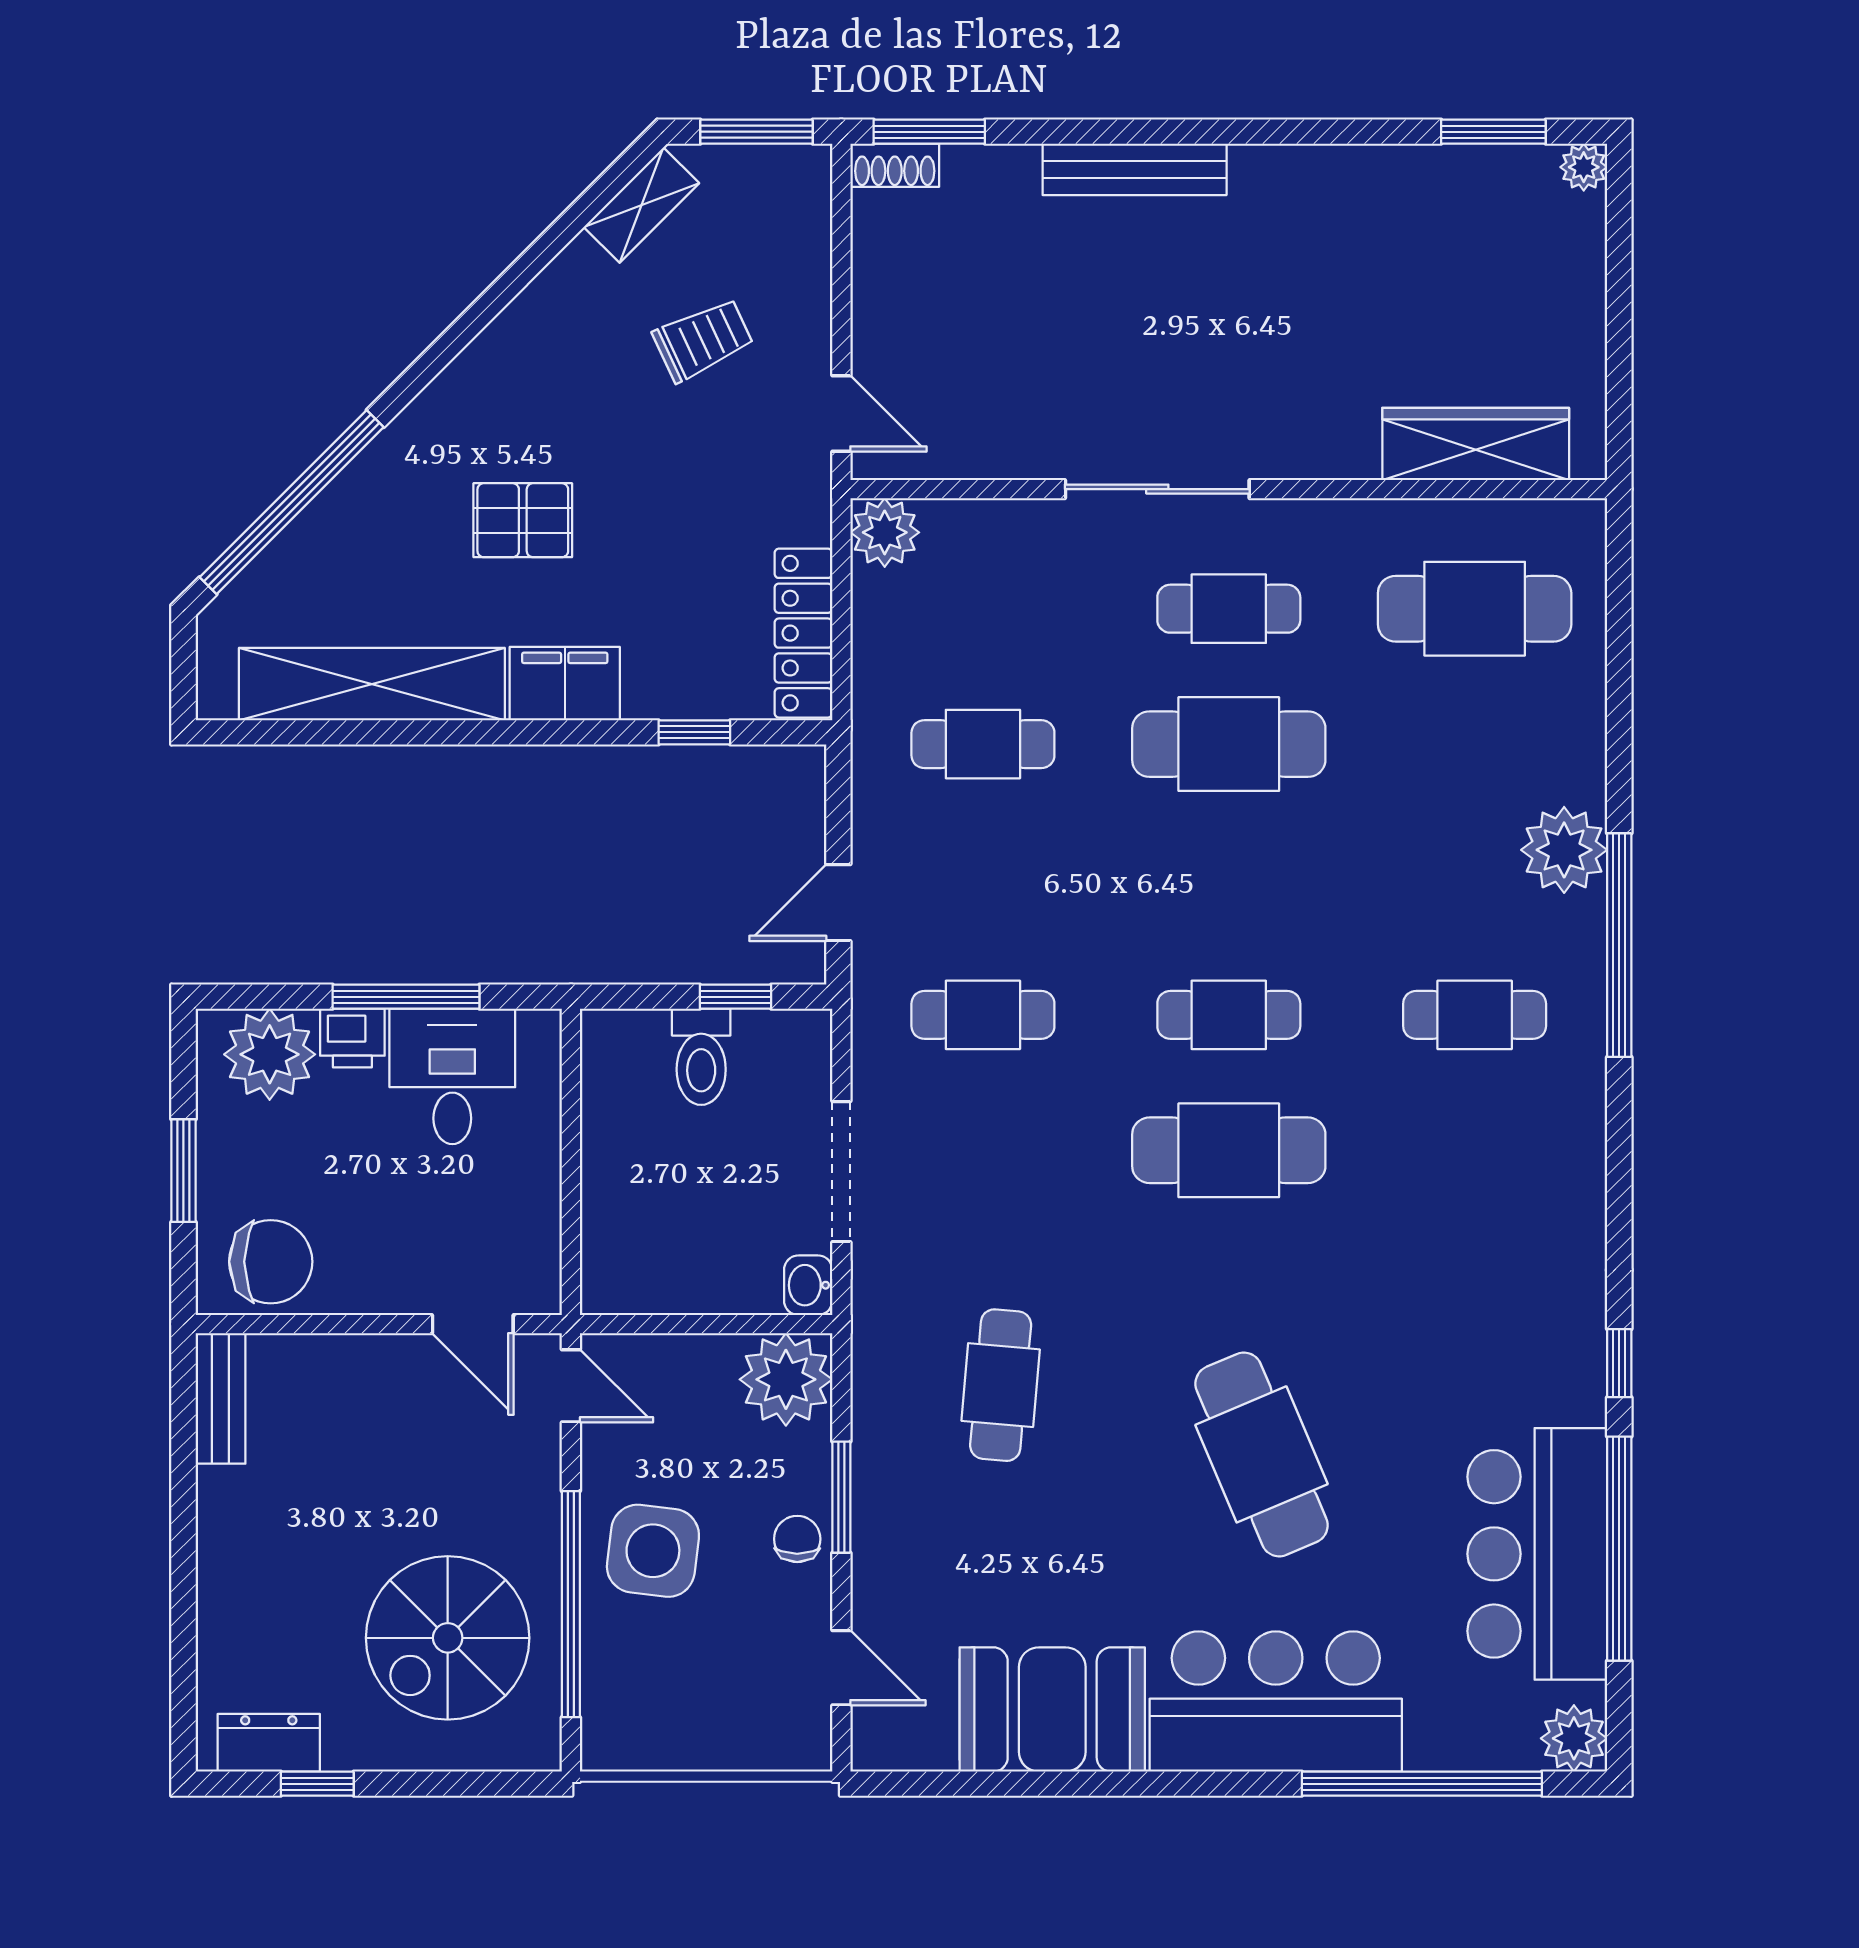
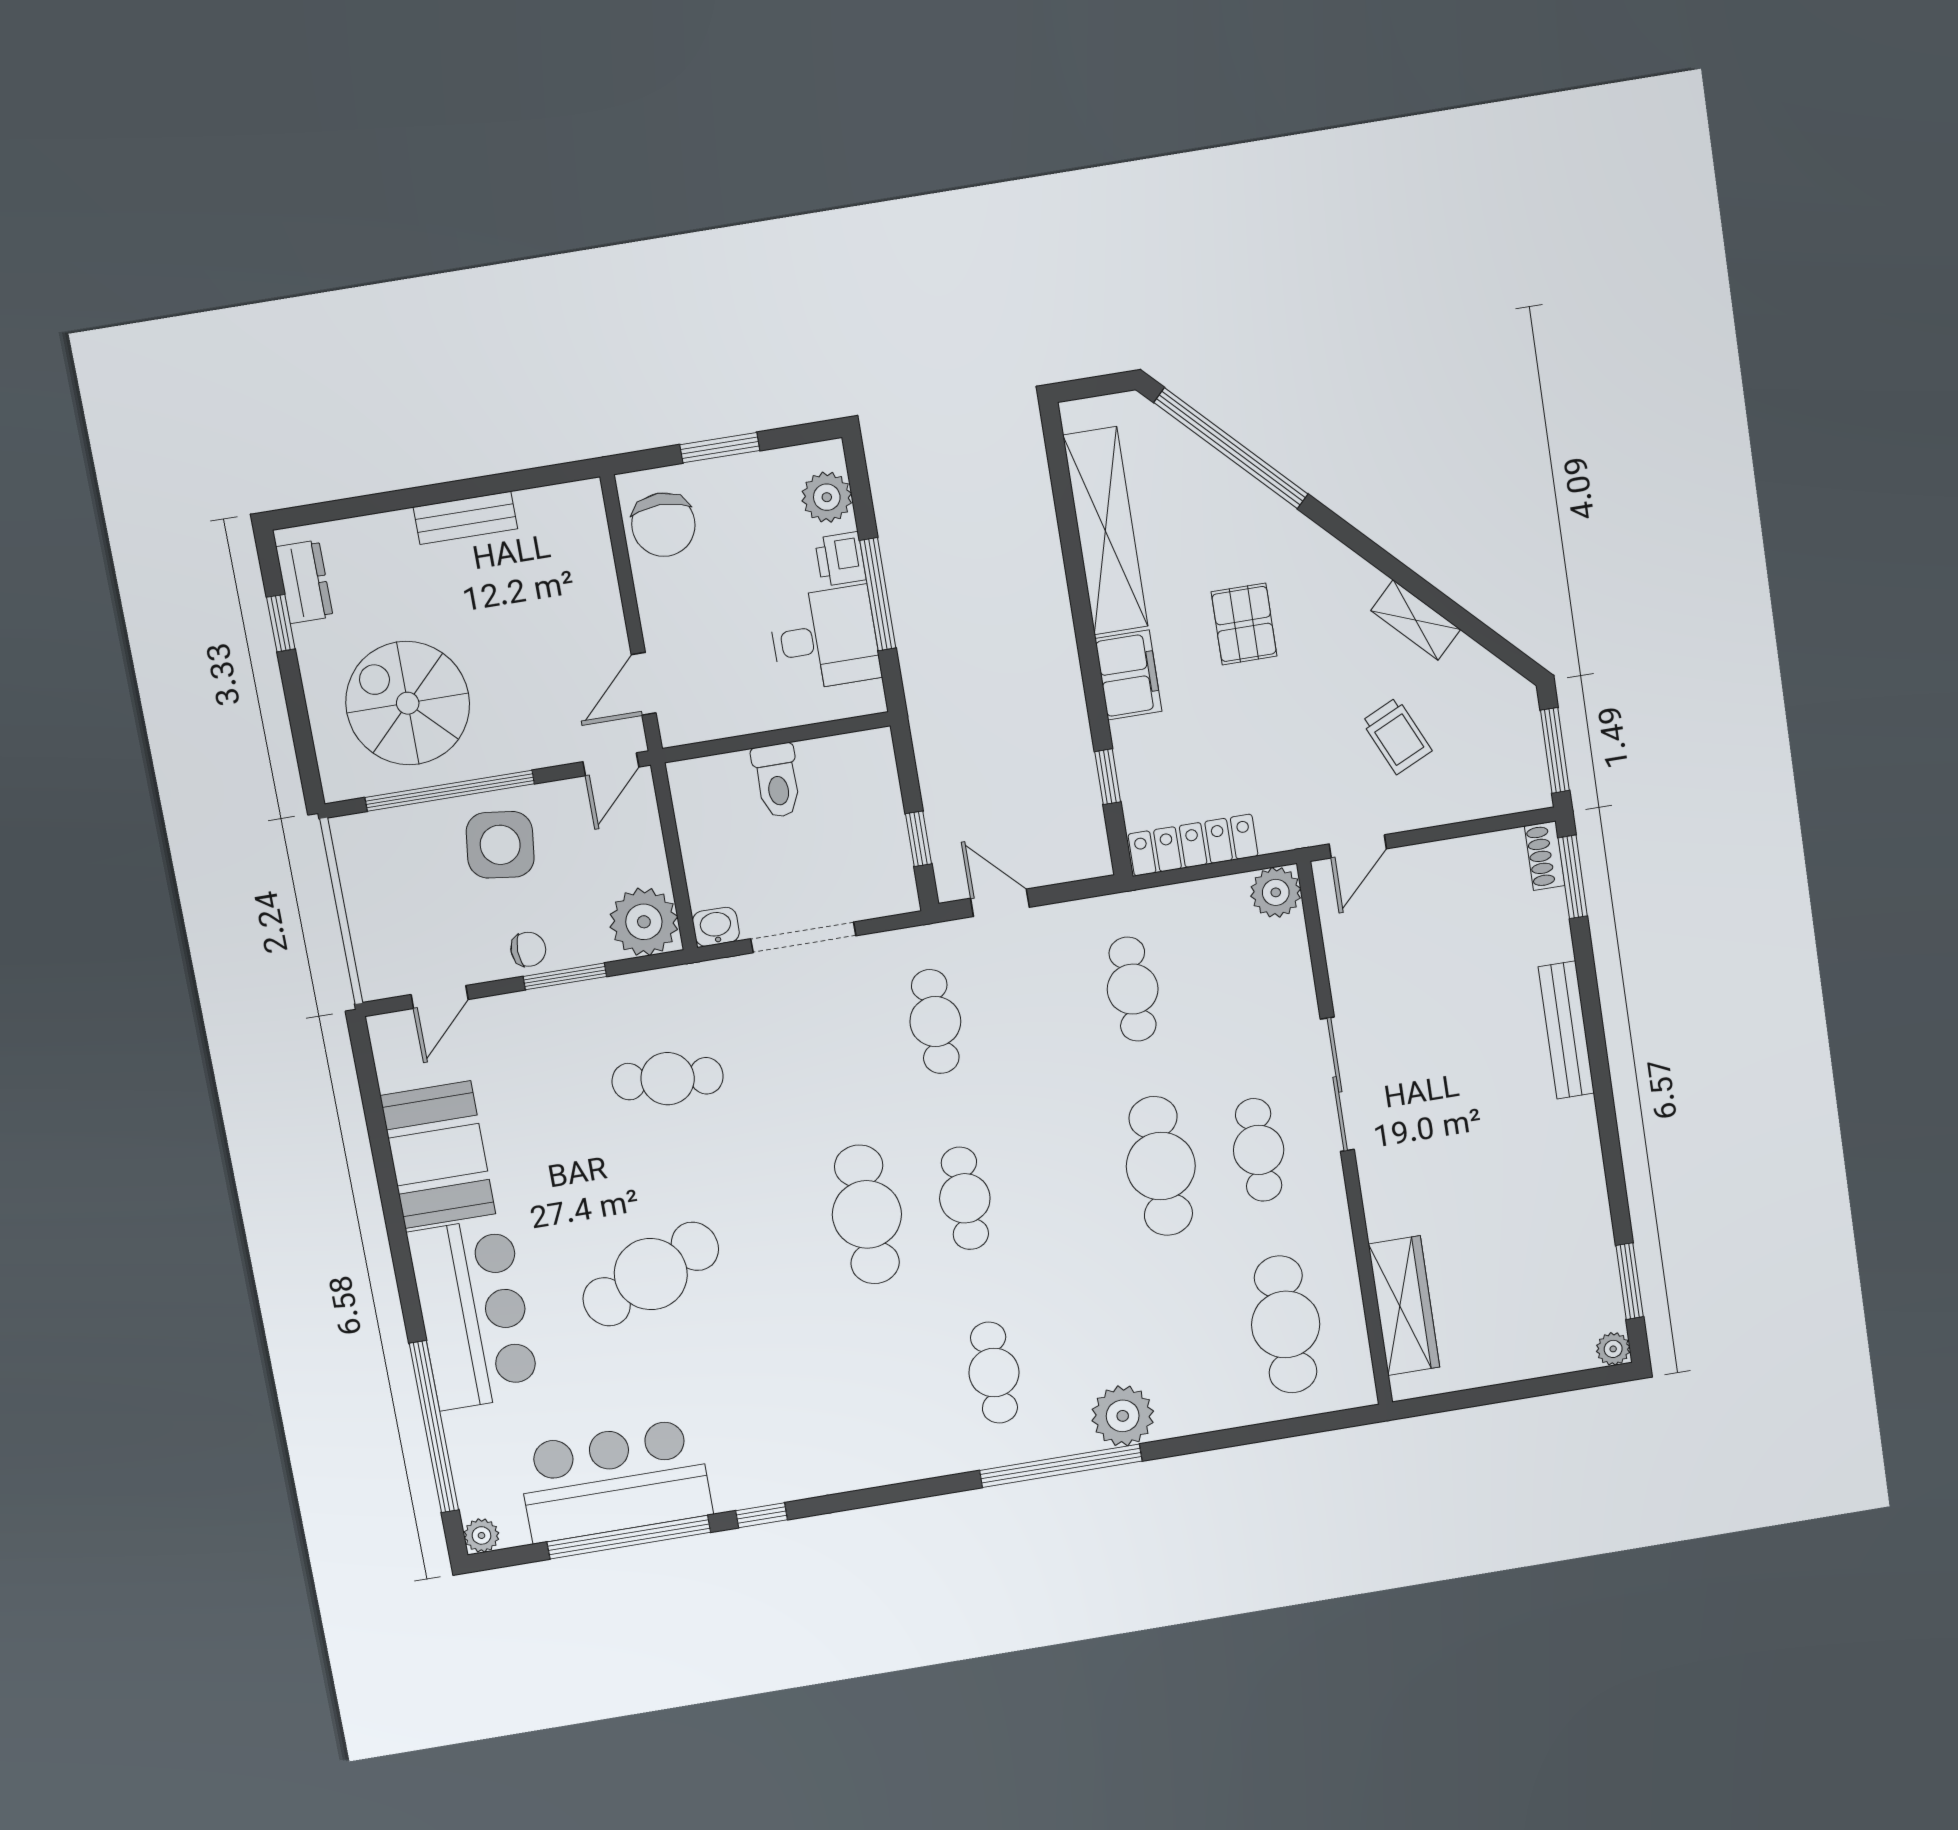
shelving: (641, 205) -> (1416, 620), moved
plant: (270, 1054) -> (827, 497), width x0.73, depth x0.73
toilet: (701, 1057) -> (777, 781), moved, turned -90
bench: (220, 1398) -> (465, 518), moved
plant: (1574, 1738) -> (481, 1535), width x0.73, depth x0.73

